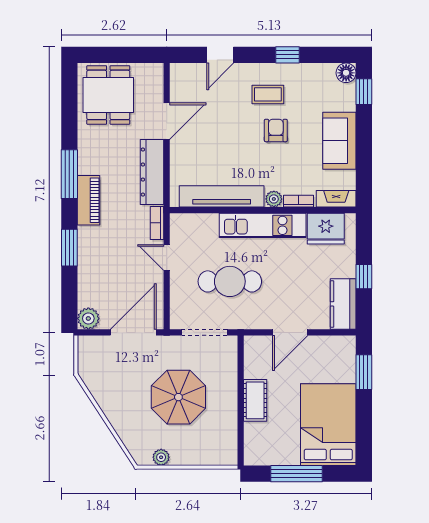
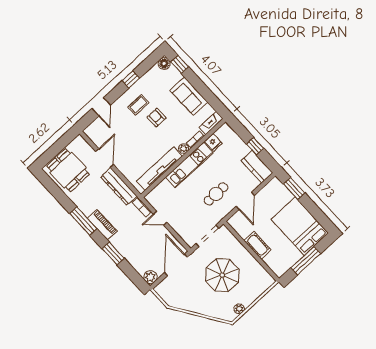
fridge: (326, 229) -> (213, 142), width x0.53, depth x0.75
cafe table: (230, 281) -> (216, 194), moved, width x0.73, depth x0.74

